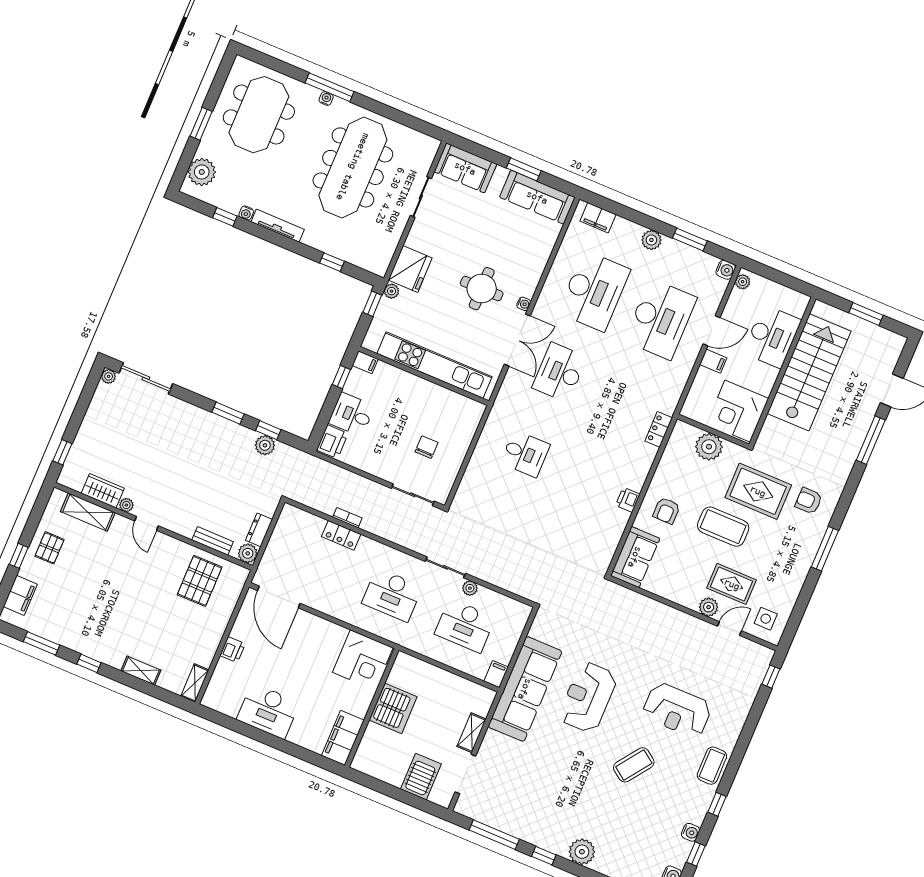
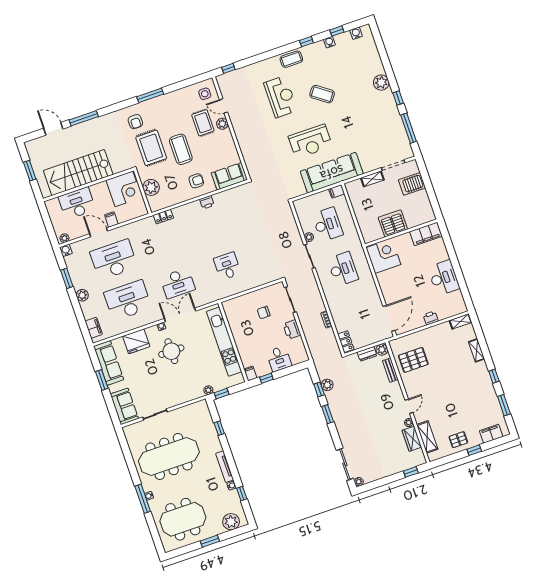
fridge: (410, 269) -> (136, 341), moved, turned 180
printer: (332, 442) -> (292, 329), moved, turned -90
locker: (341, 535) -> (346, 342), moved

